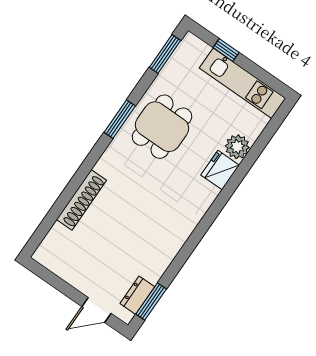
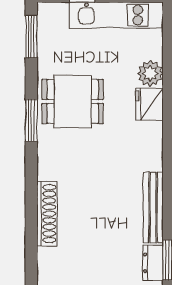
dining table: (162, 127) -> (73, 101), turned 90
bench: (167, 252) -> (153, 208), added

